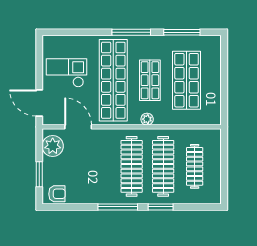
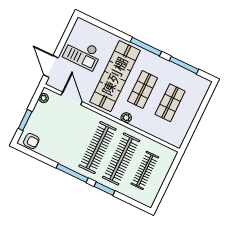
checkout: (67, 73) -> (82, 54), turned 180
shop shelf: (187, 80) -> (170, 103), width x0.70, depth x0.74
plant: (53, 146) -> (44, 98), width x0.53, depth x0.53

